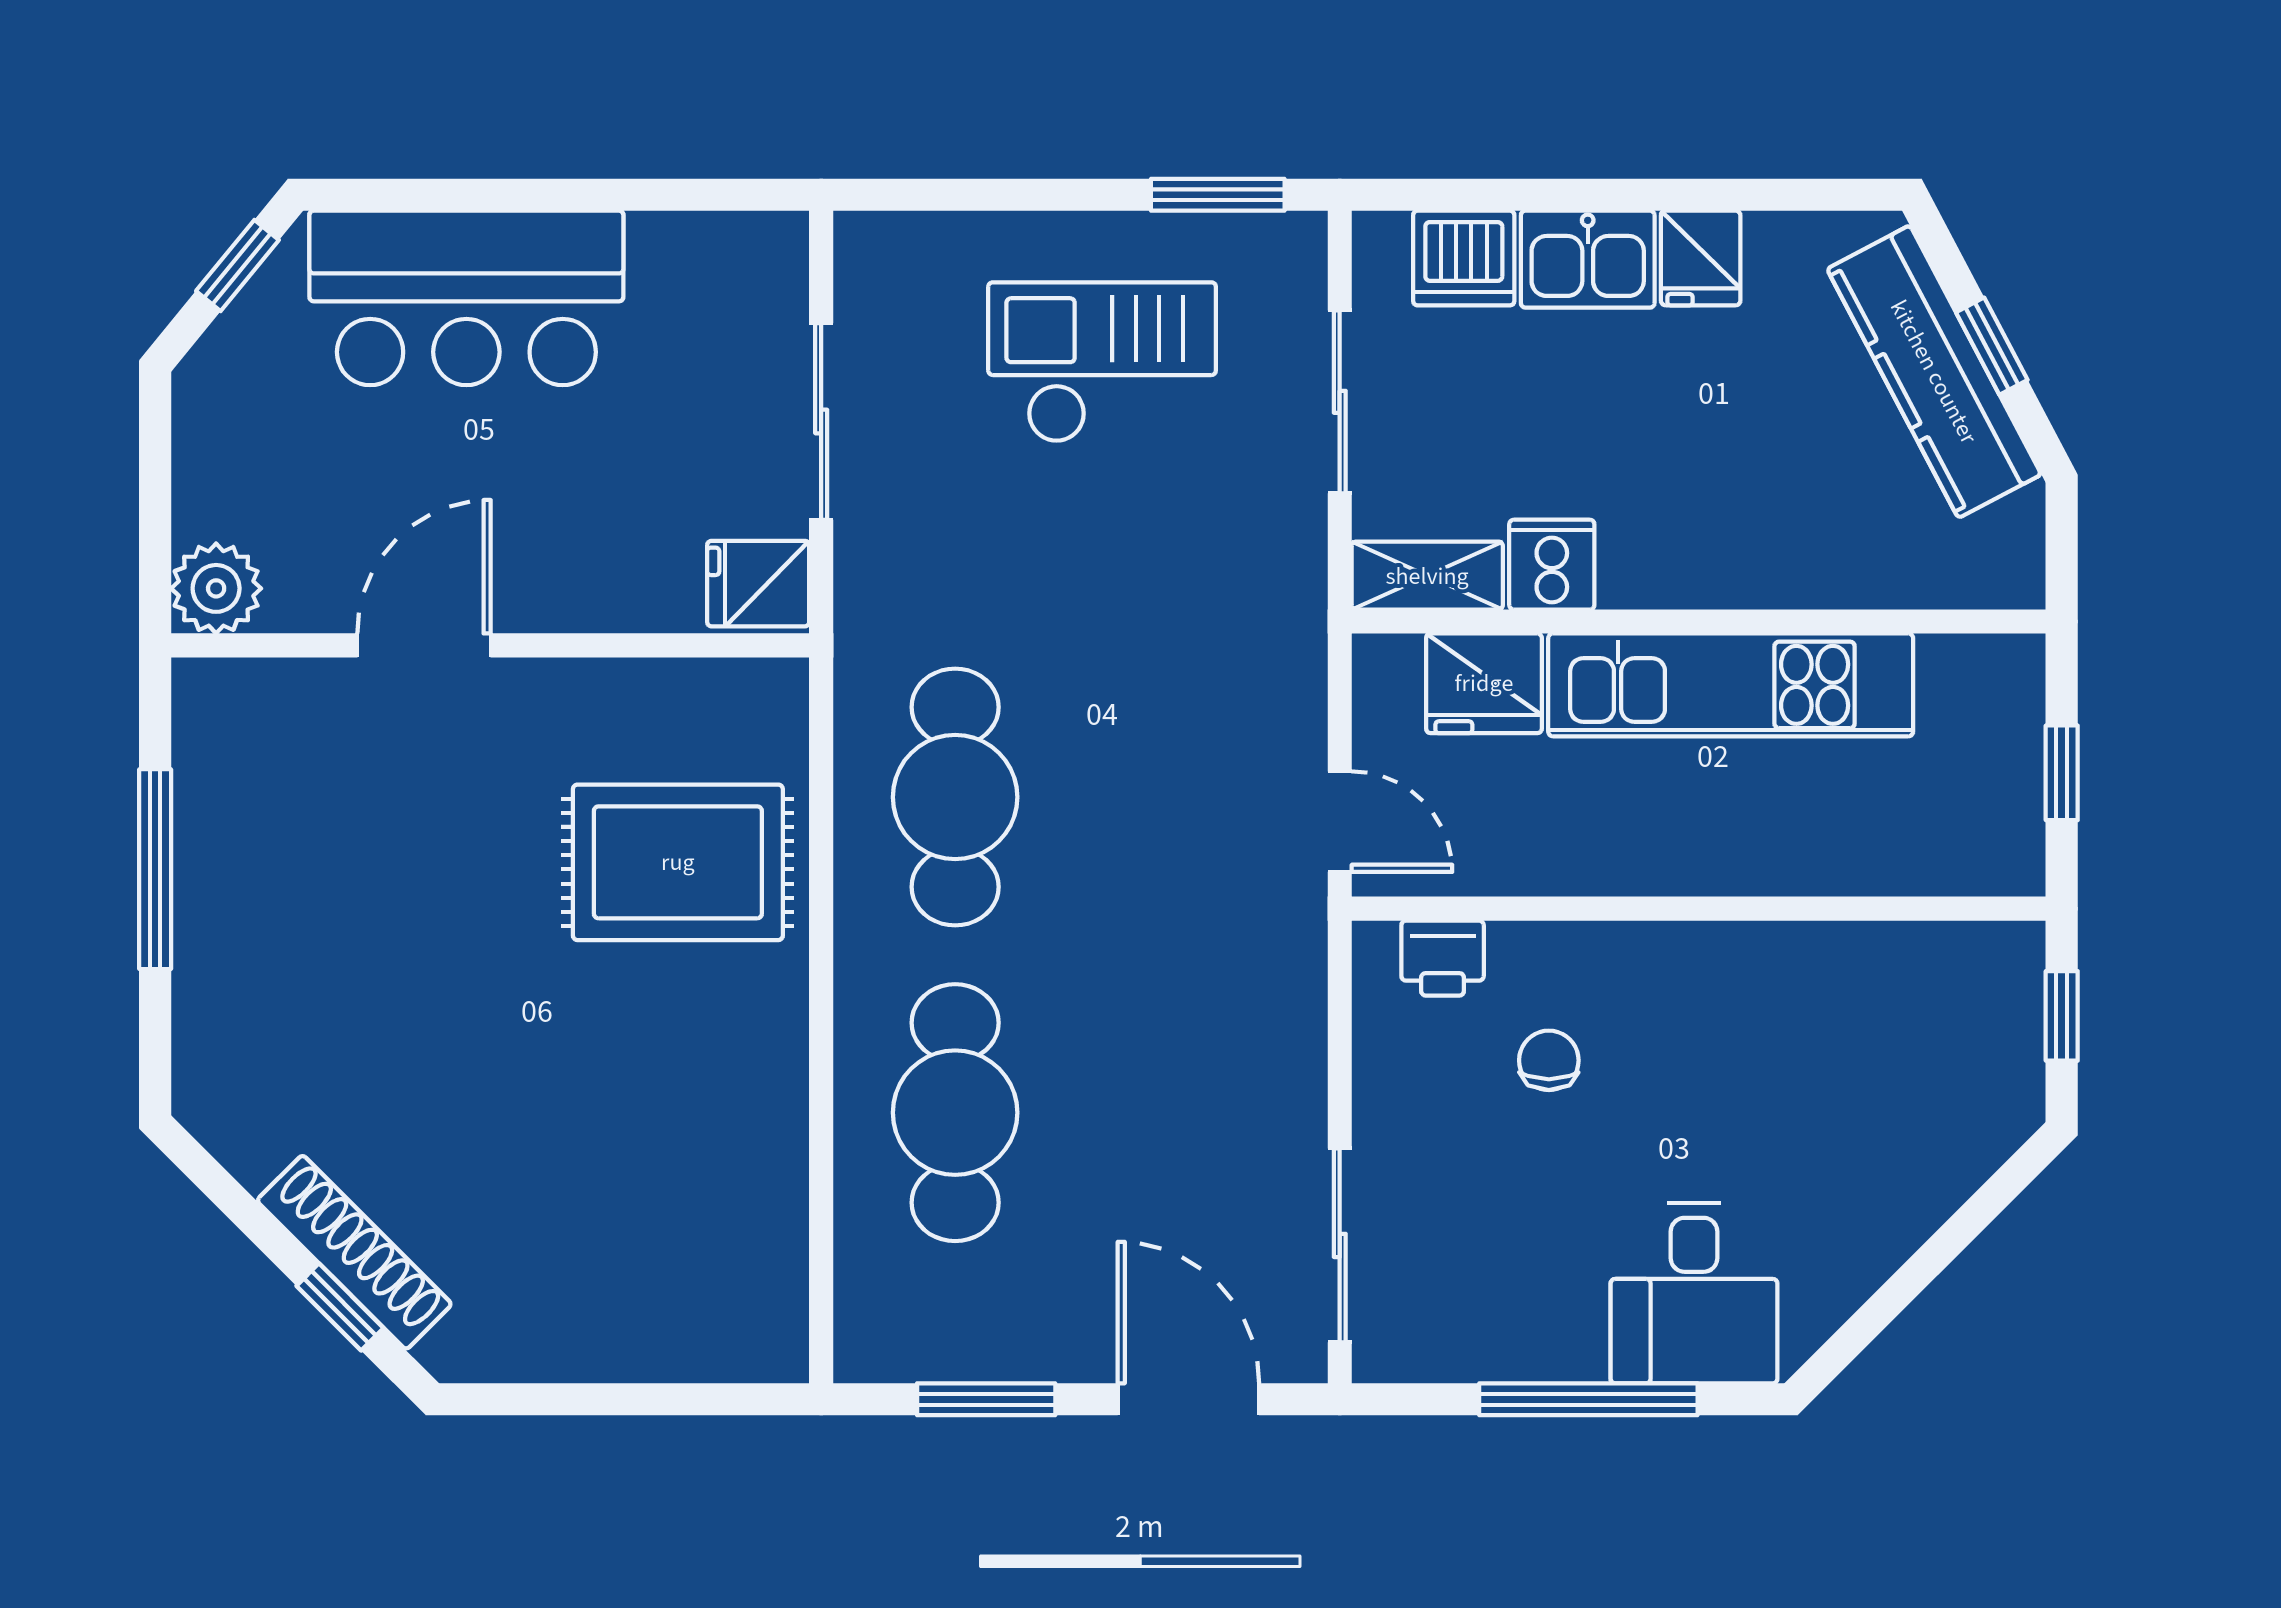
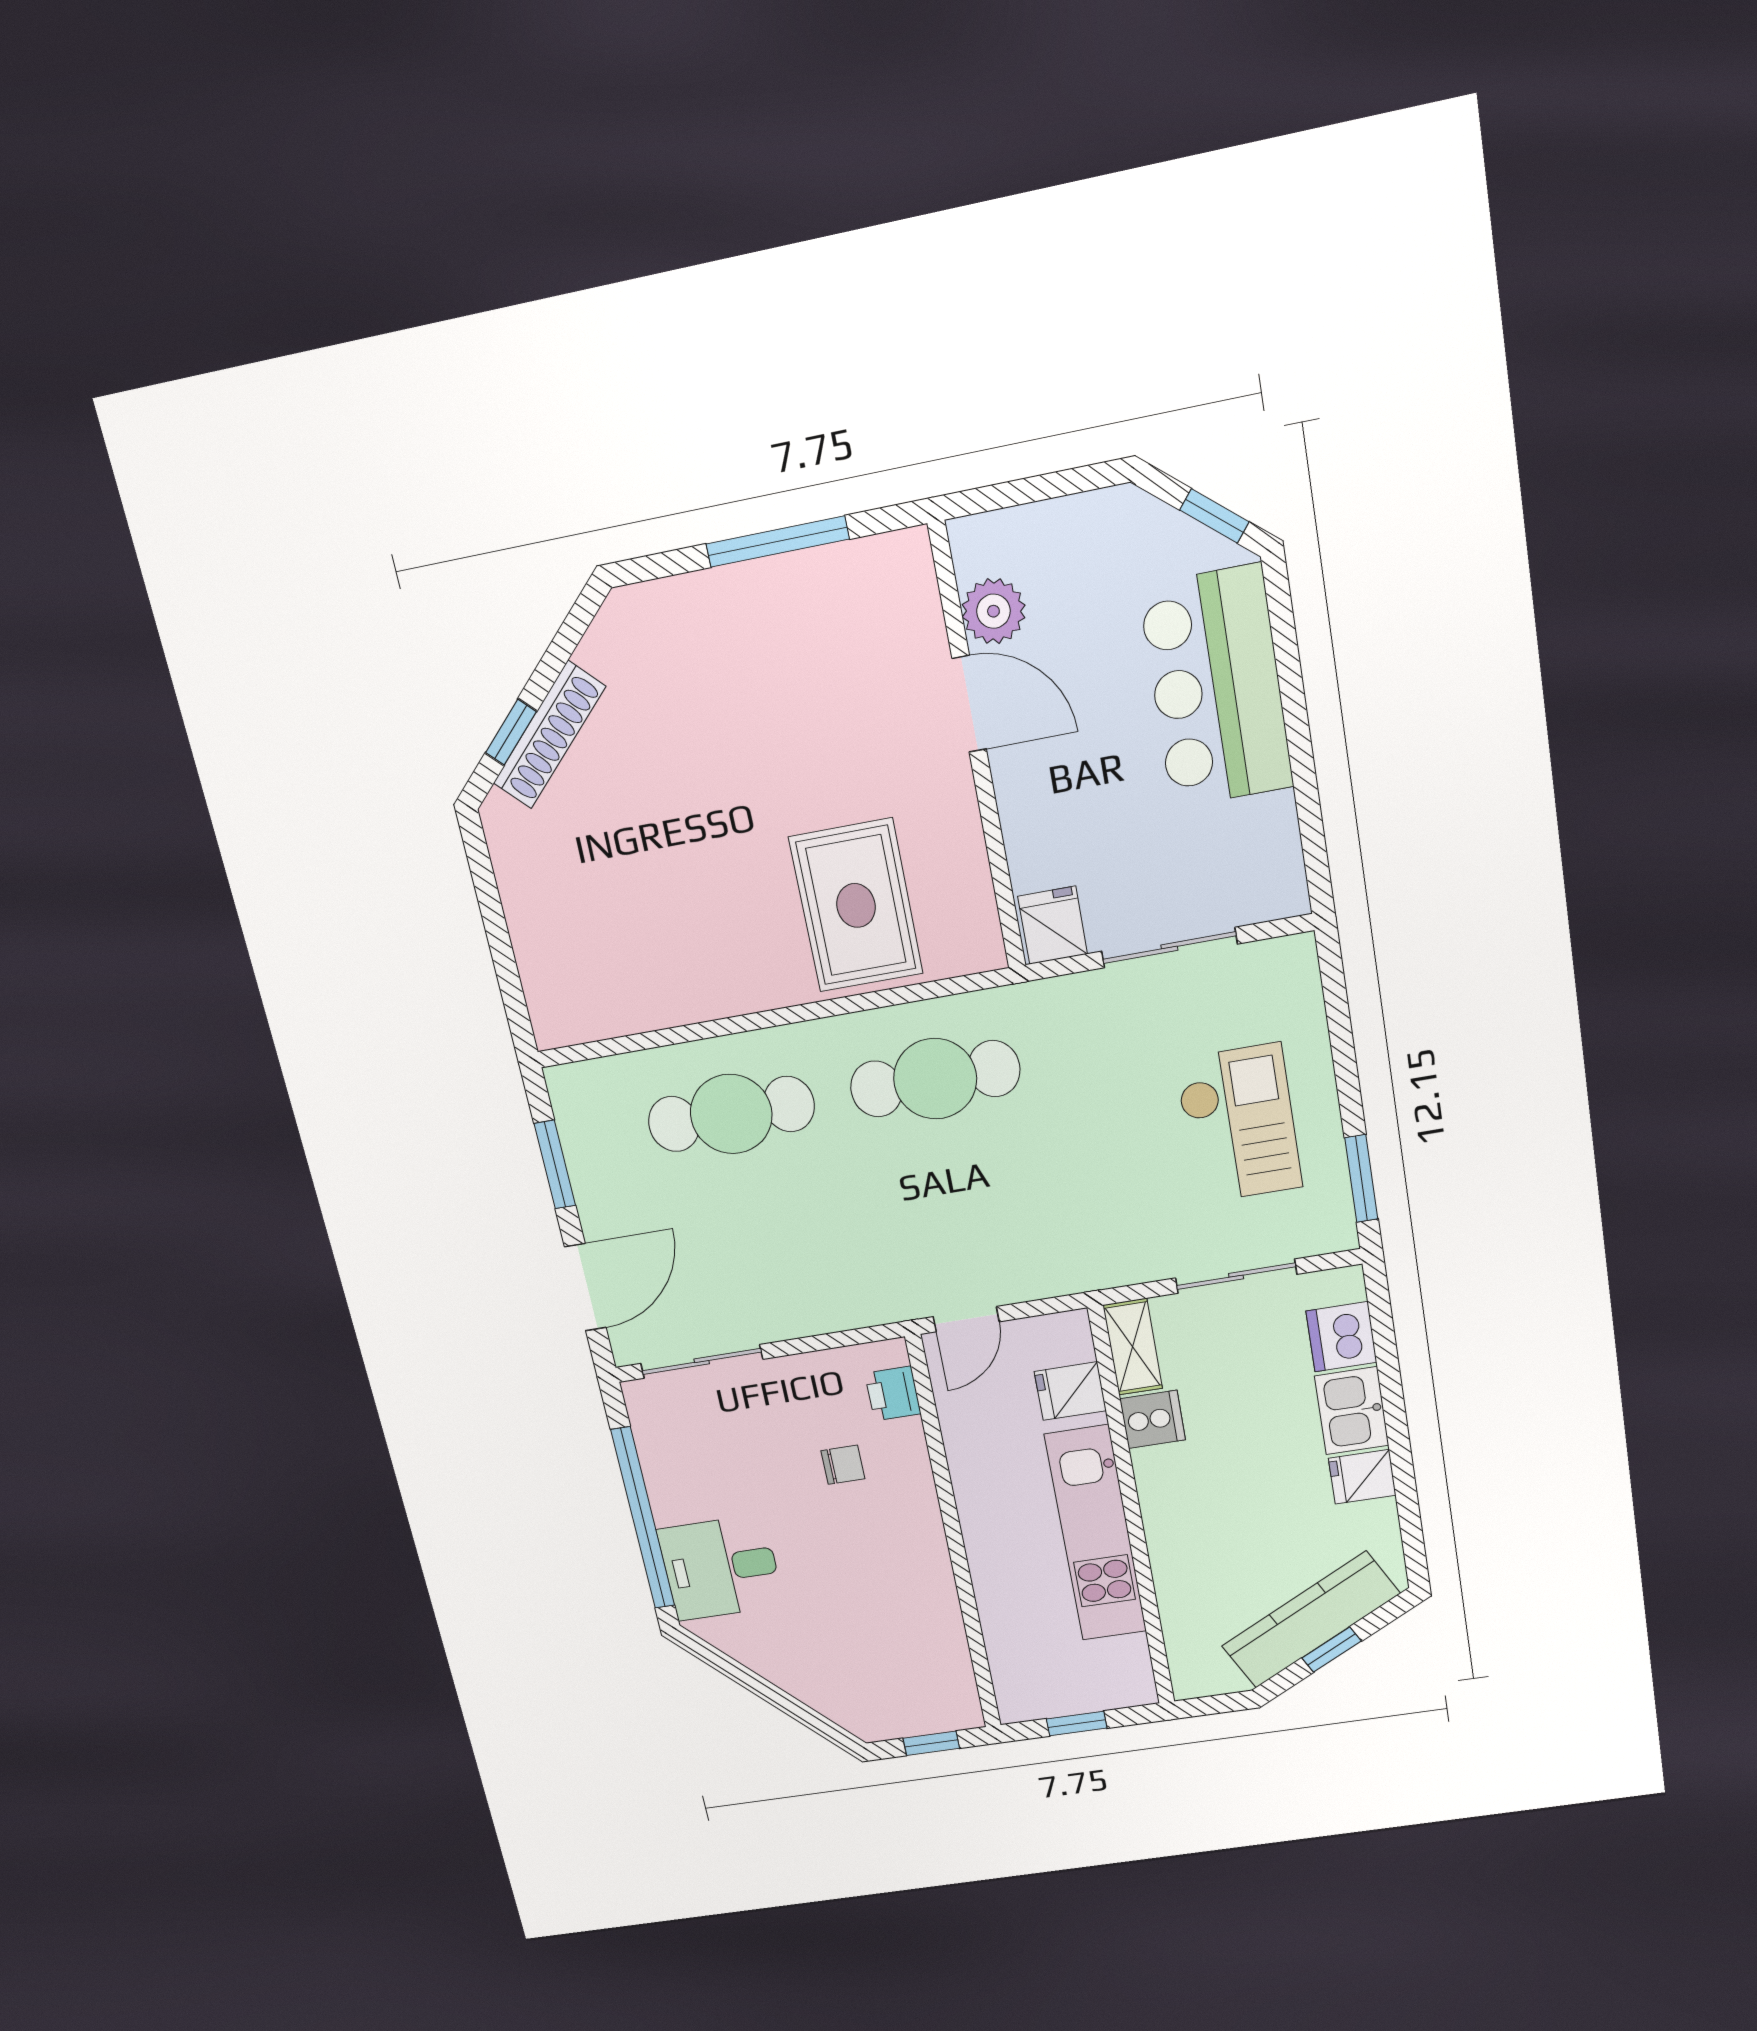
plant: (216, 588) -> (993, 611), moved
fridge: (1484, 683) -> (1070, 1391), width x0.72
window: (1588, 1399) -> (643, 1518), width x1.46

